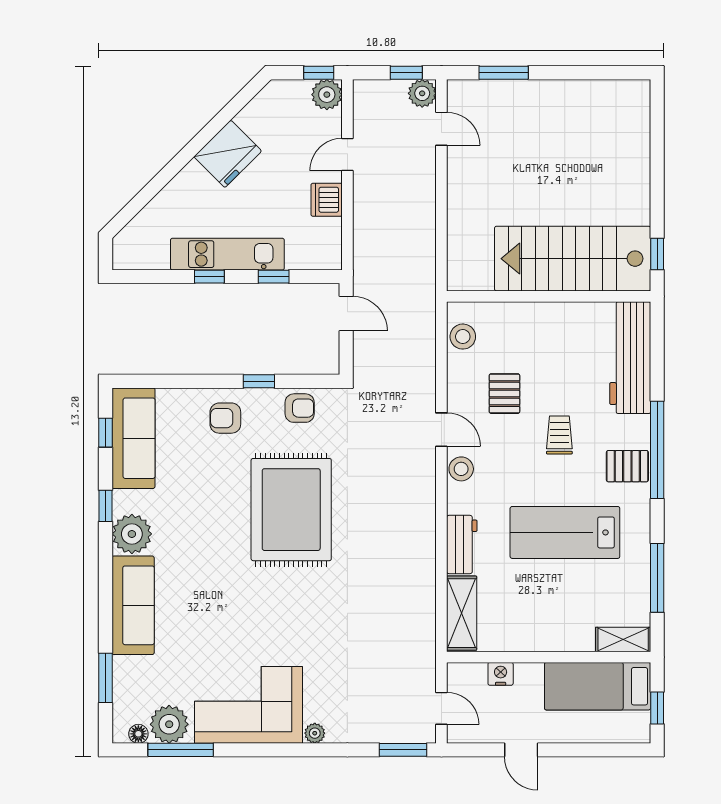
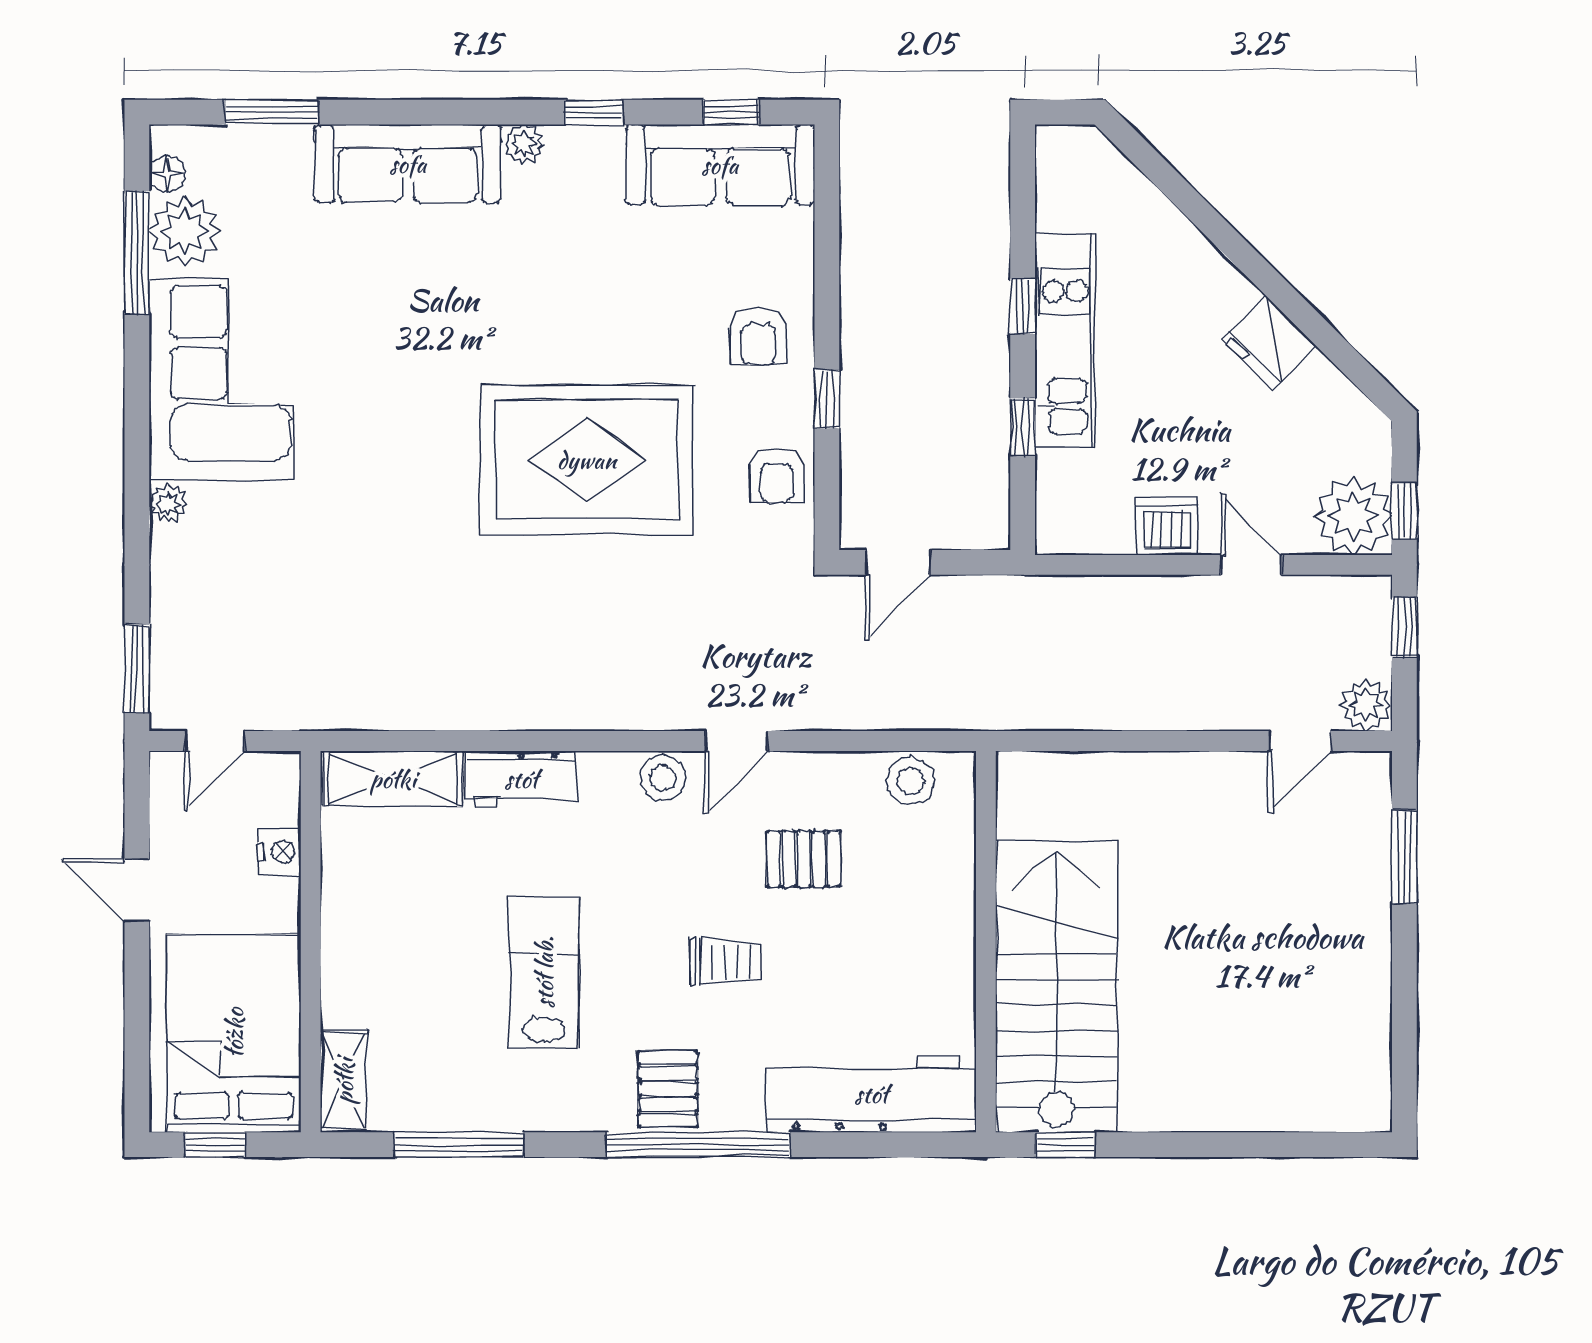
window: (406, 73) -> (1404, 627), moved
plant: (327, 95) -> (1353, 516), width x1.36, depth x1.36
fridge: (228, 154) -> (1269, 343), width x0.73, depth x0.75
door: (346, 314) -> (898, 562), moved
armchair: (225, 418) -> (758, 336), turned 180
lab bench: (565, 532) -> (544, 972), width x0.73, depth x0.72
plant: (132, 534) -> (524, 144), width x0.53, depth x0.53
bed: (598, 686) -> (234, 1033), width x1.50
door: (521, 750) -> (137, 890), hinge flipped

